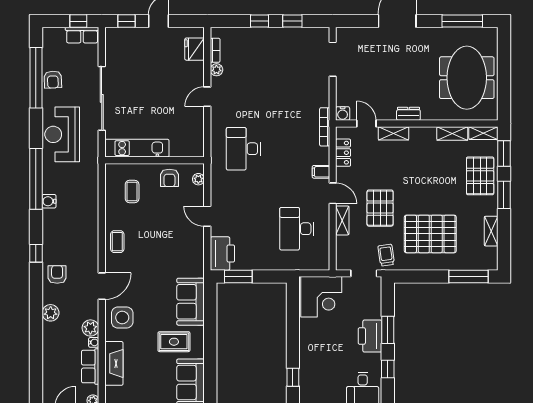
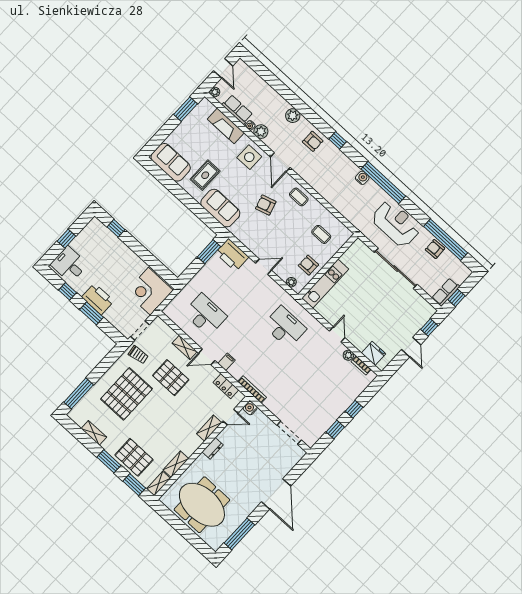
kitchen unit: (137, 148) -> (325, 284), moved
armchair: (151, 264) -> (266, 205), added

